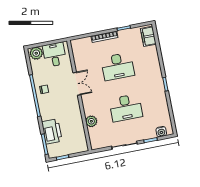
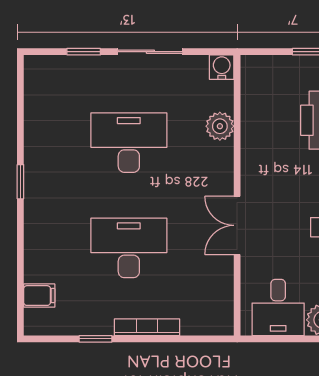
filing cabinet: (148, 36) -> (39, 296), width x0.50
water cooler: (161, 132) -> (222, 67), moved

